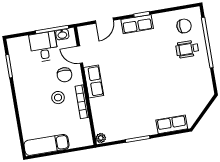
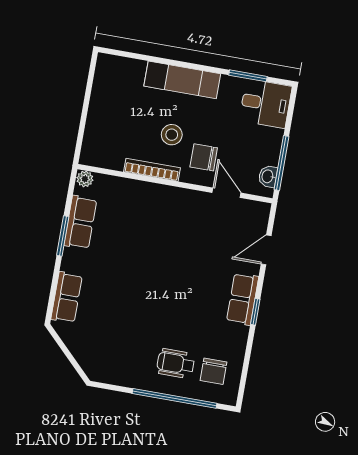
door: (104, 21) -> (266, 250), hinge flipped
desk: (44, 47) -> (266, 104), moved
wheelchair: (187, 49) -> (176, 363), turned -90
door: (80, 55) -> (226, 193), hinge flipped
row of seats: (94, 81) -> (80, 222), moved, turned -90
exam couch: (46, 145) -> (182, 80), moved, turned 90

